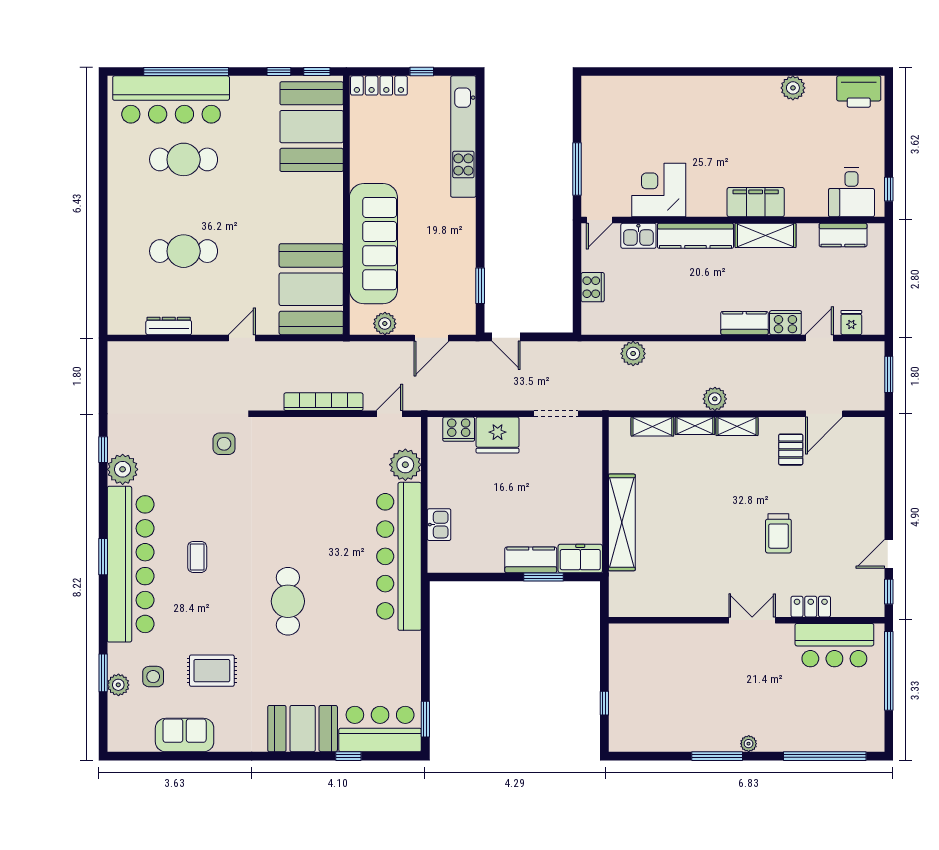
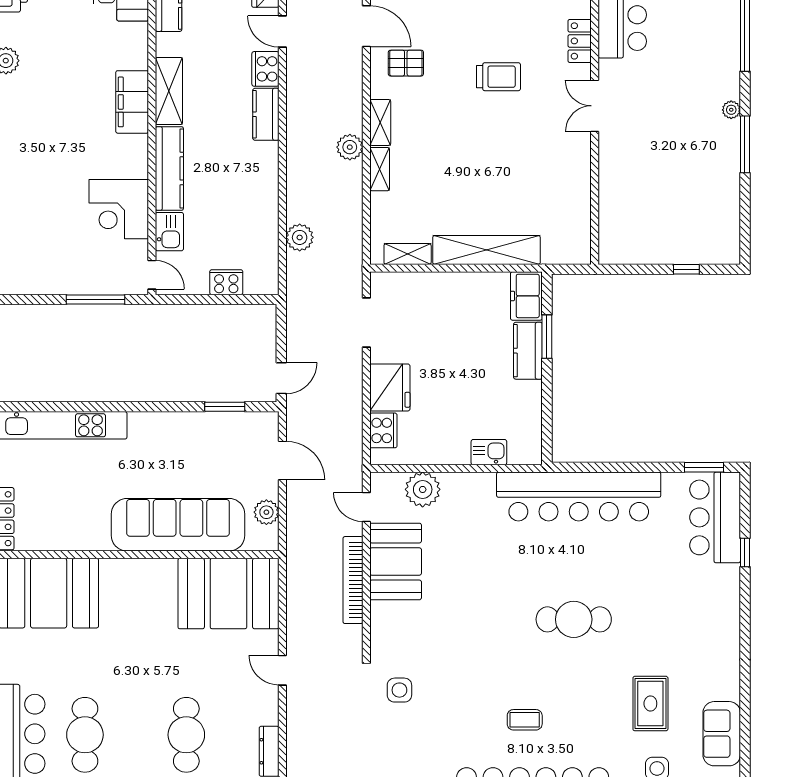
shelving: (652, 426) -> (408, 254), moved, turned 90
bar counter: (399, 556) -> (579, 496), moved
booth: (303, 729) -> (396, 561), moved

